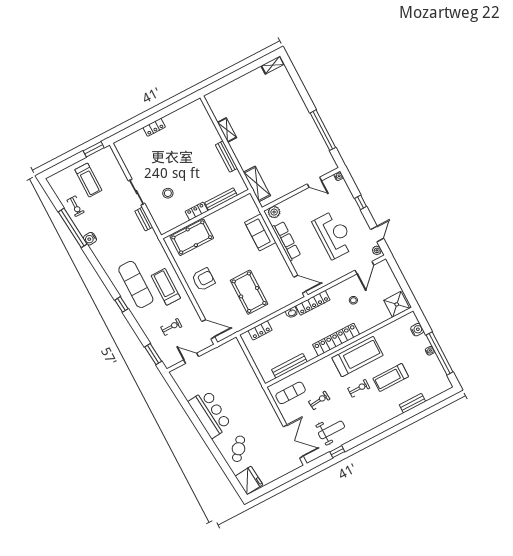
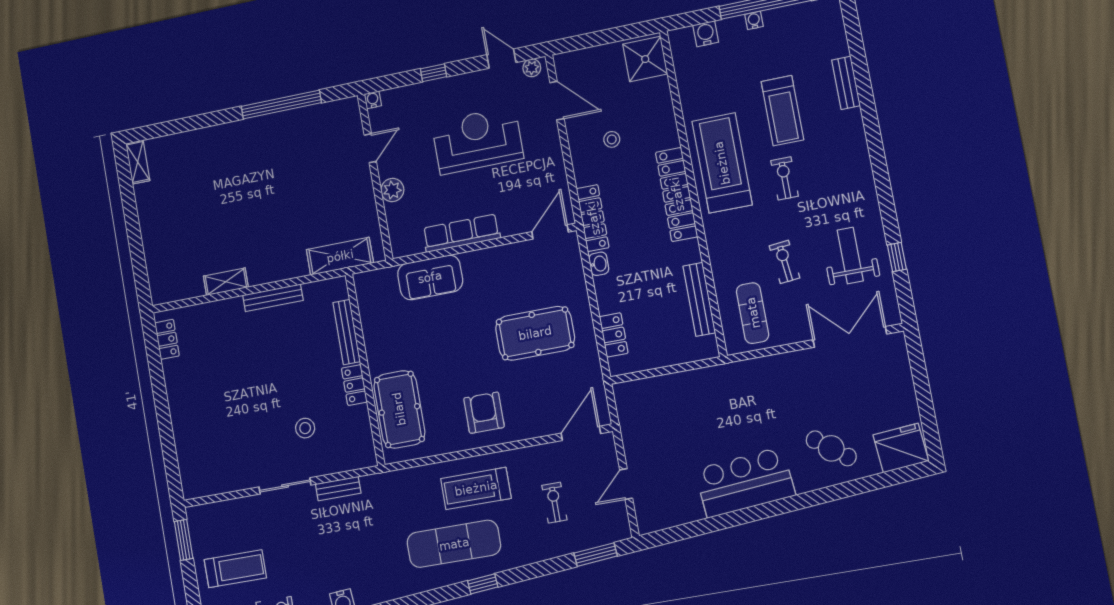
locker: (154, 127) -> (167, 339), moved
plant: (274, 212) -> (392, 190), moved

